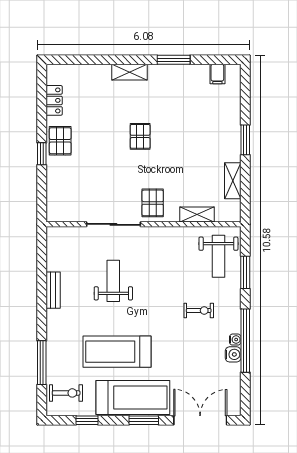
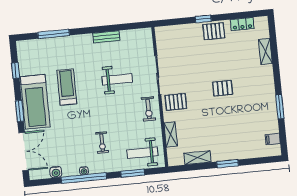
shelving: (130, 72) -> (265, 52), moved
treadmill: (117, 352) -> (67, 87), width x0.73, depth x0.73
water cooler: (233, 354) -> (56, 172), moved
exercise bike: (66, 393) -> (148, 109), moved

